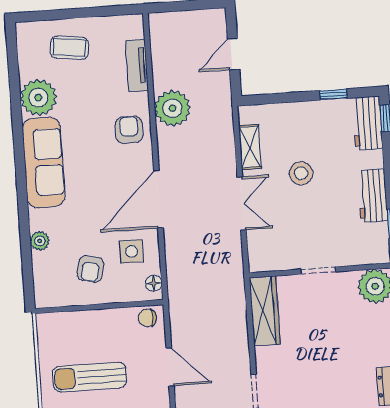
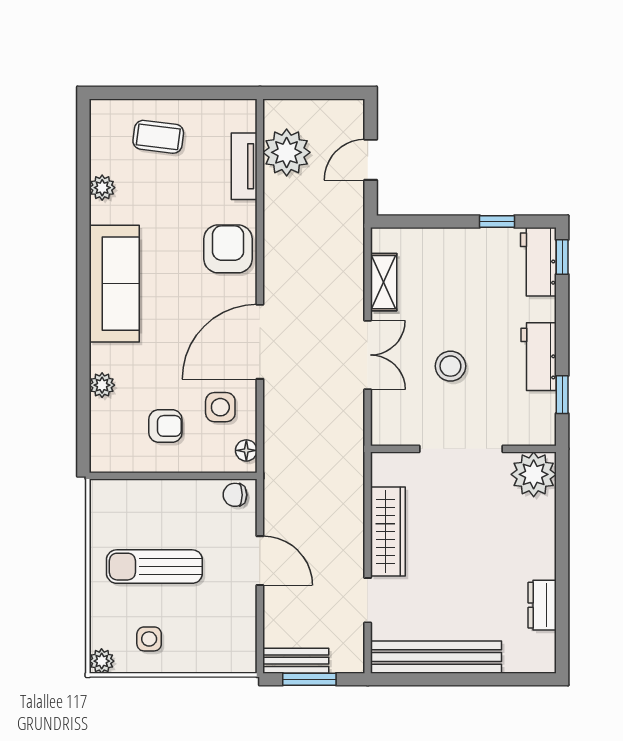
plant: (38, 98) -> (102, 188), width x0.53, depth x0.53
plant: (173, 108) -> (287, 152), moved
armchair: (129, 130) -> (228, 249), width x1.38, depth x1.38
stool: (301, 173) -> (450, 366), moved
armchair: (90, 269) -> (165, 426), turned -103
doorway: (318, 271) -> (461, 449), width x1.88
wardrobe: (265, 311) -> (388, 532), moved

